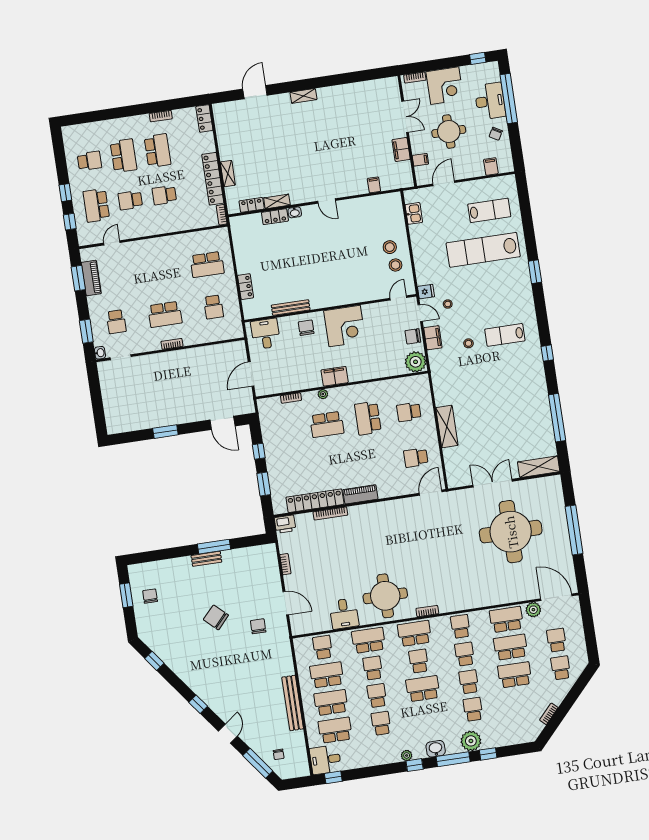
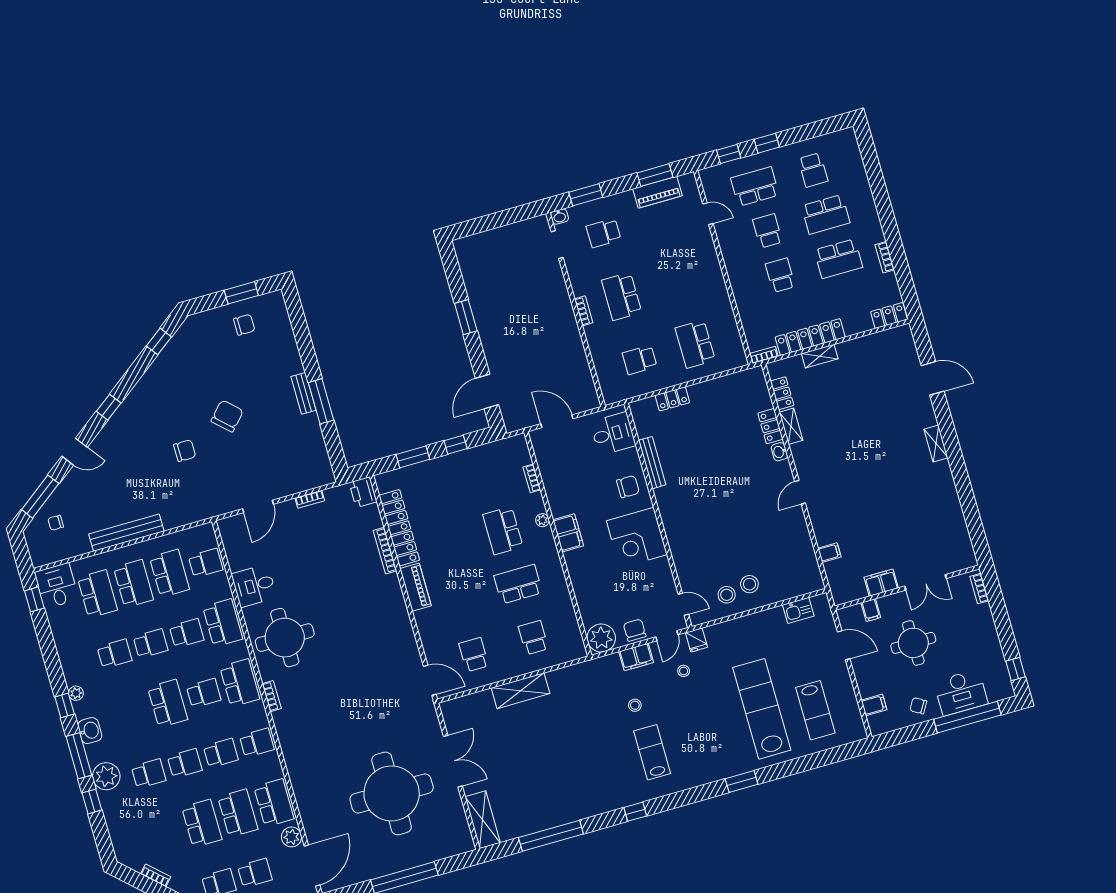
corner desk: (445, 86) -> (974, 630), removed
chair: (258, 626) -> (185, 451), moved

